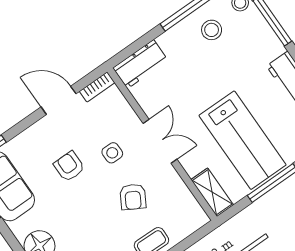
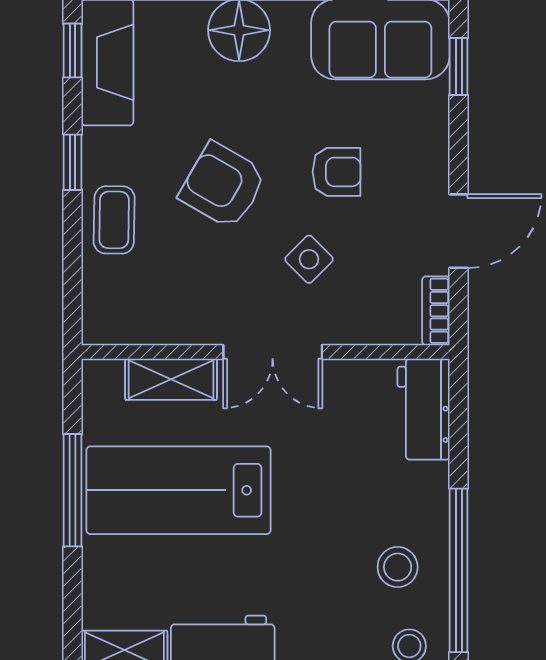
side table: (112, 153) -> (309, 259), turned 45
shelving: (212, 192) -> (171, 379), moved
armchair: (133, 197) -> (223, 185), moved, width x1.38, depth x1.38

